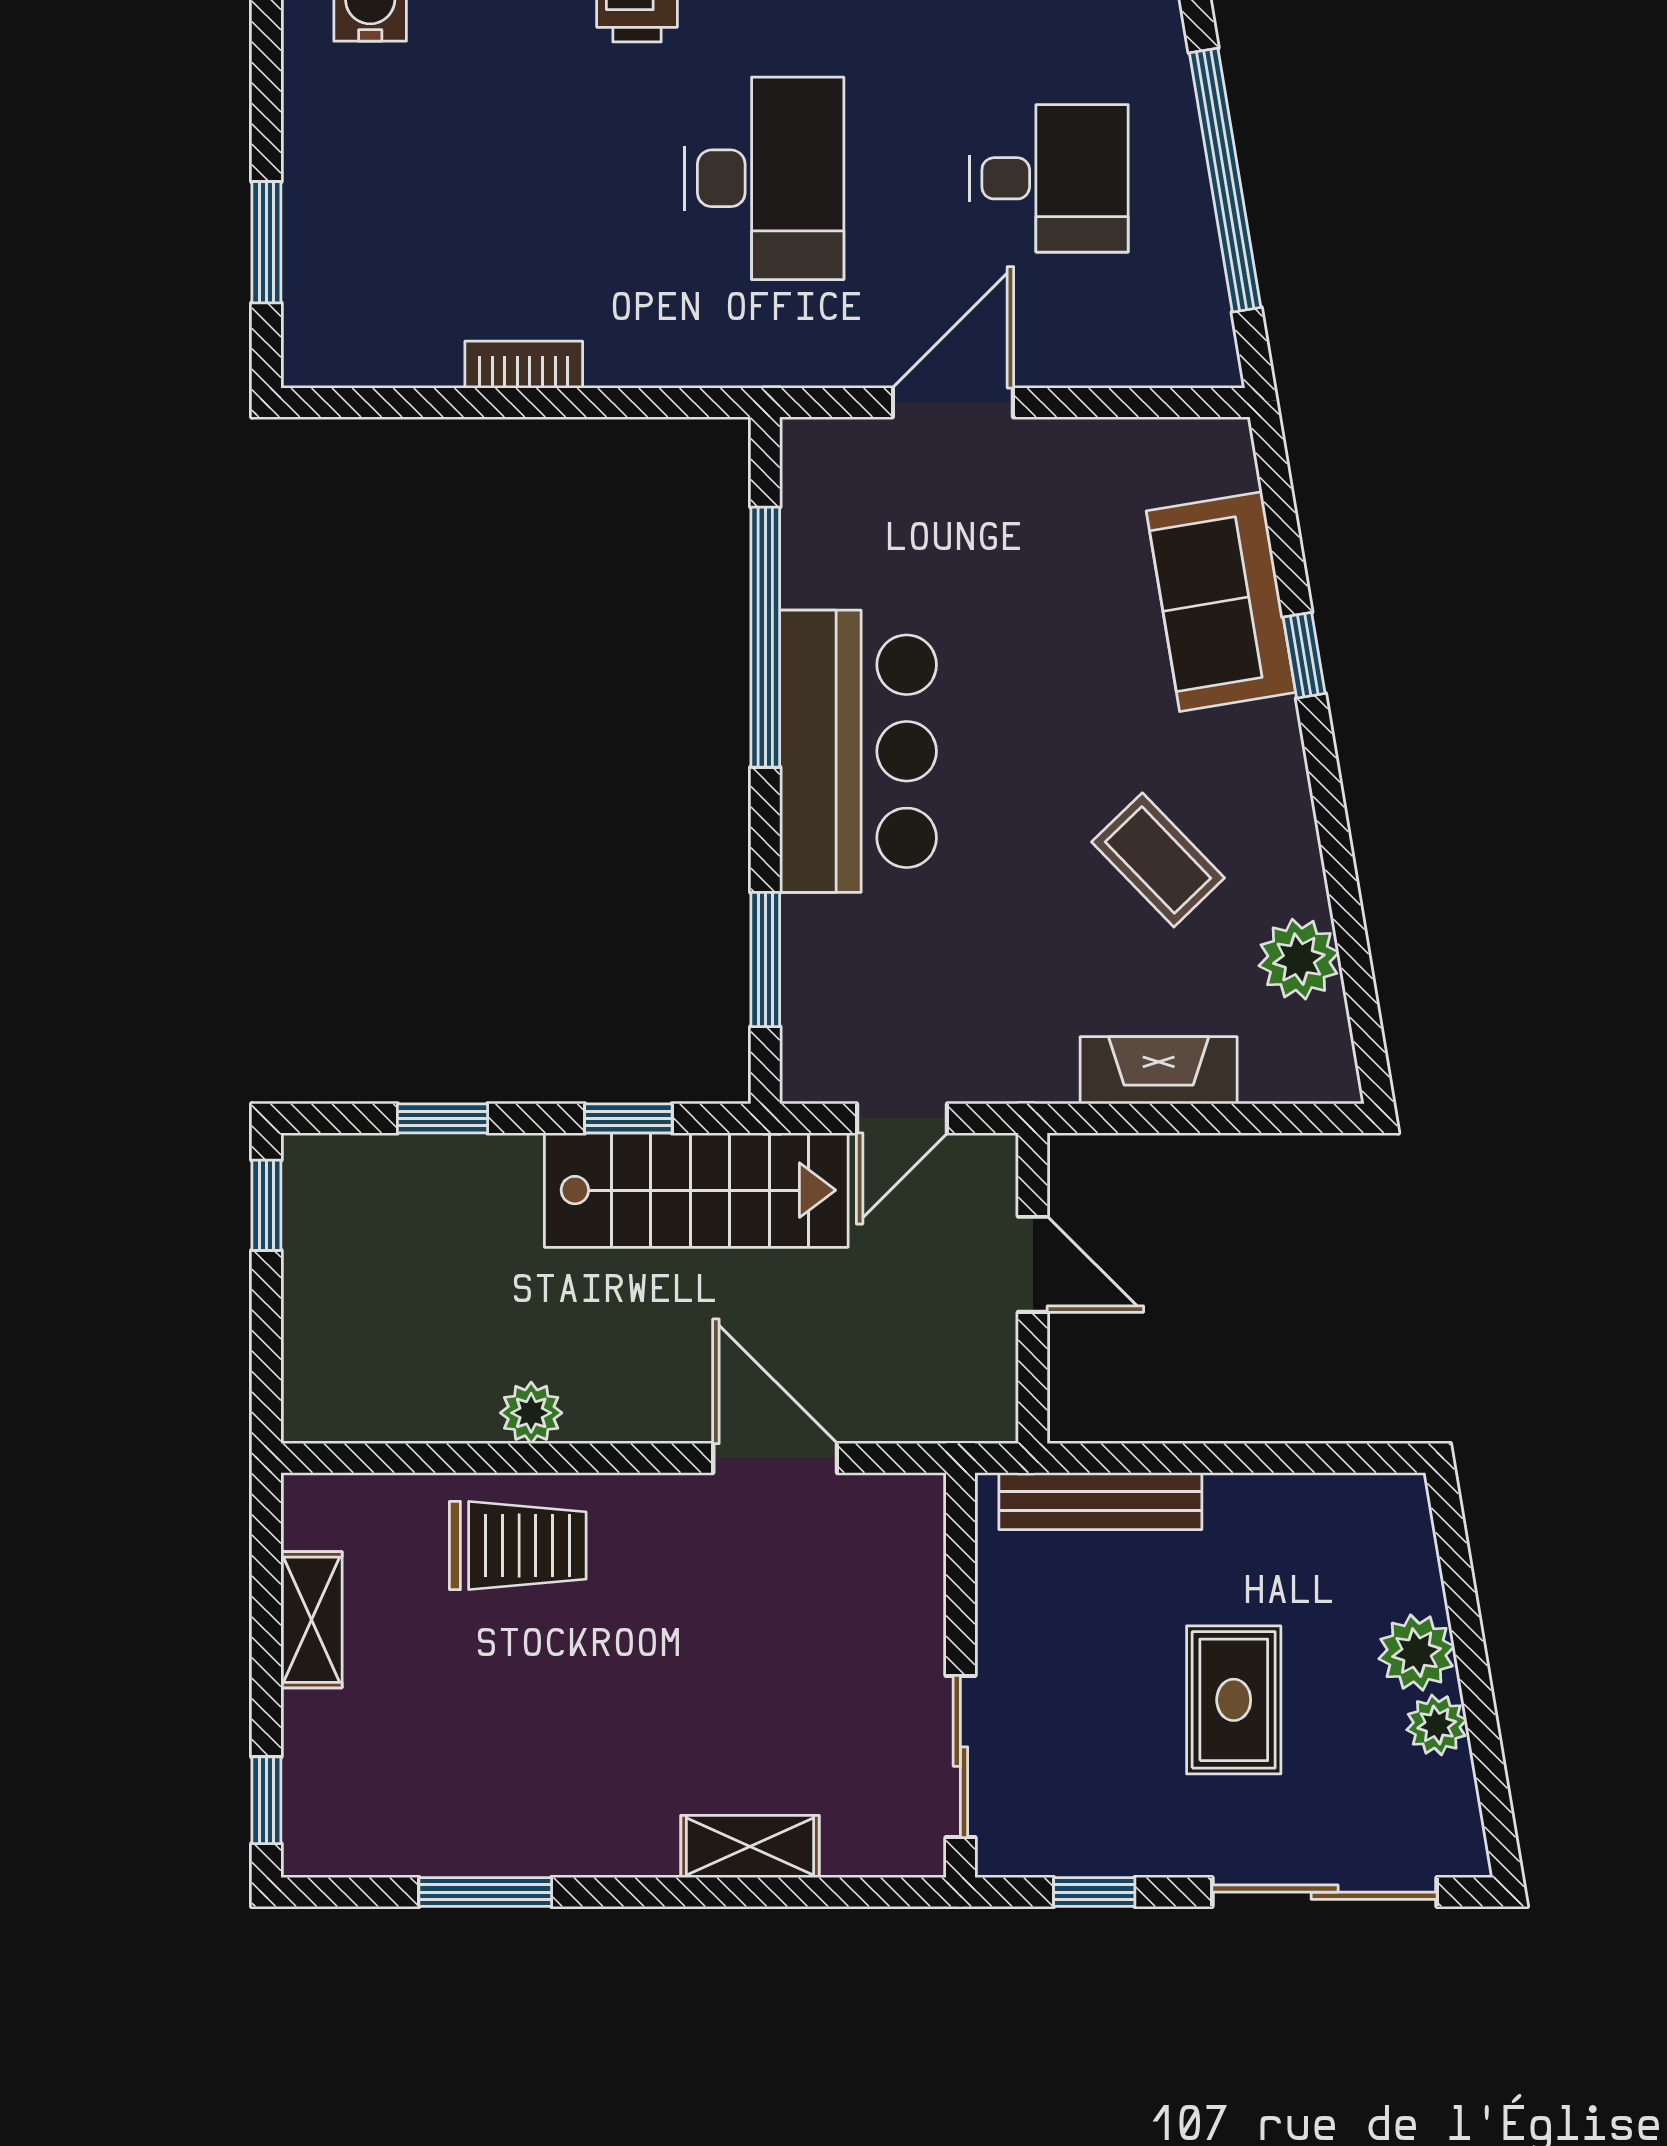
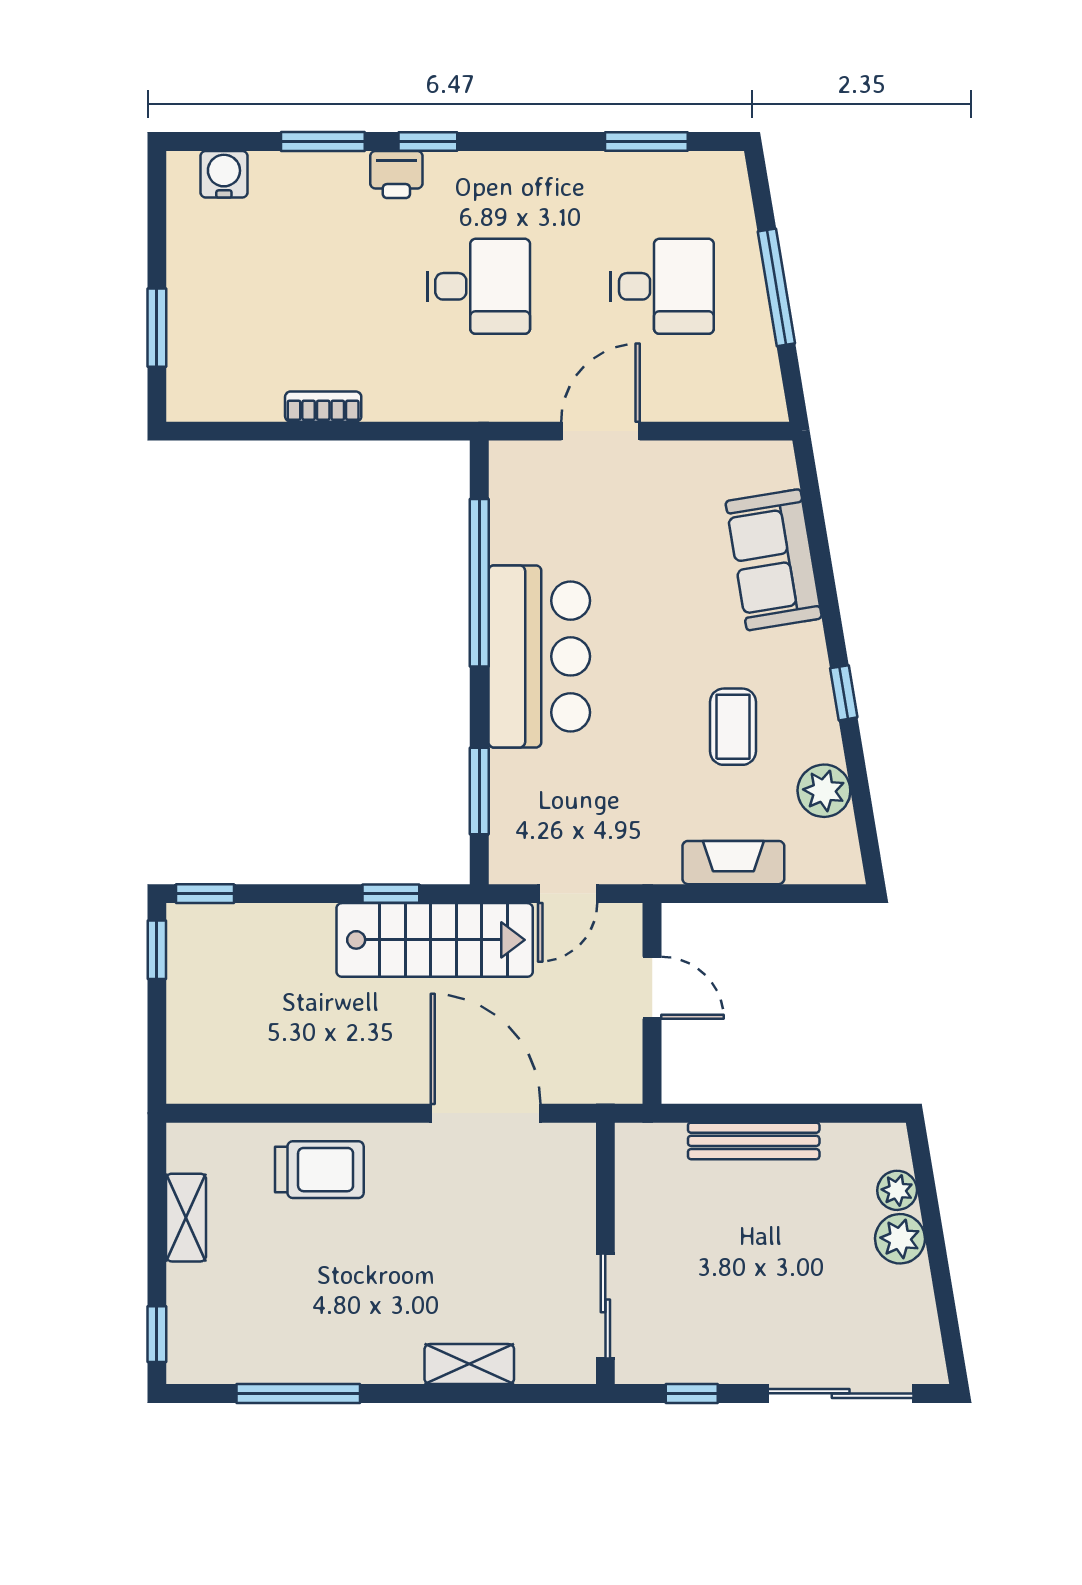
desk: (764, 178) -> (479, 286), width x0.73
window: (1225, 180) -> (776, 287), width x0.68
window: (1304, 655) -> (844, 693), moved
coffee table: (1158, 860) -> (733, 727), turned 44
window: (443, 1118) -> (205, 894), moved
plant: (531, 1413) -> (328, 1084), removed
door: (775, 1458) -> (486, 1113), width x1.36
bench: (1100, 1501) -> (754, 1141), moved
rug: (1234, 1700) -> (782, 1269), removed
plant: (1437, 1725) -> (897, 1190), moved
window: (485, 1892) -> (298, 1393), width x1.44

